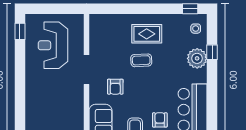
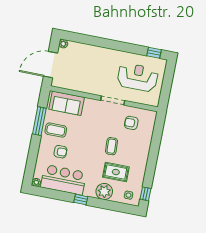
rug: (147, 34) -> (116, 172), moved, turned 90
window: (212, 52) -> (81, 200), moved
armchair: (115, 87) -> (131, 123), moved

